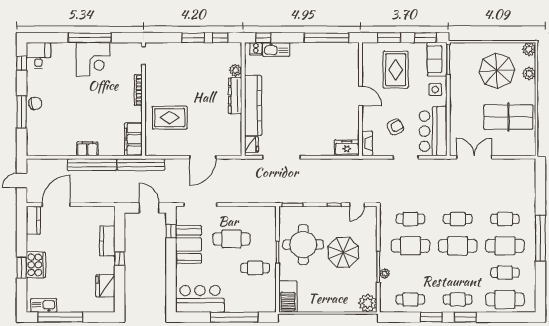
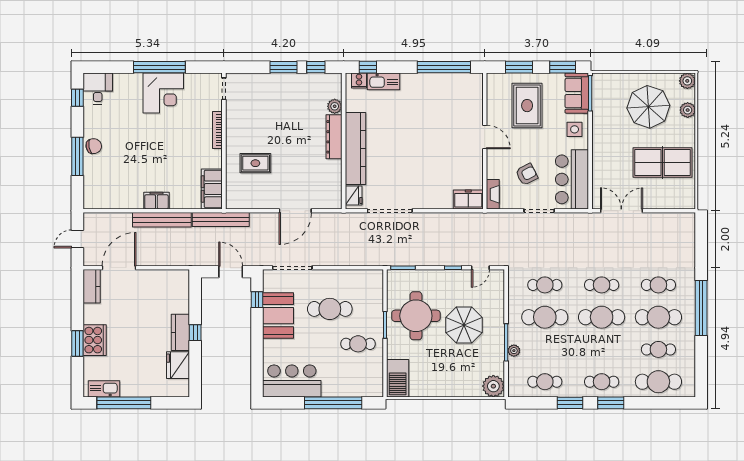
rug: (170, 118) -> (255, 163), width x0.73, depth x0.70
kitchen counter: (107, 241) -> (180, 332), moved

